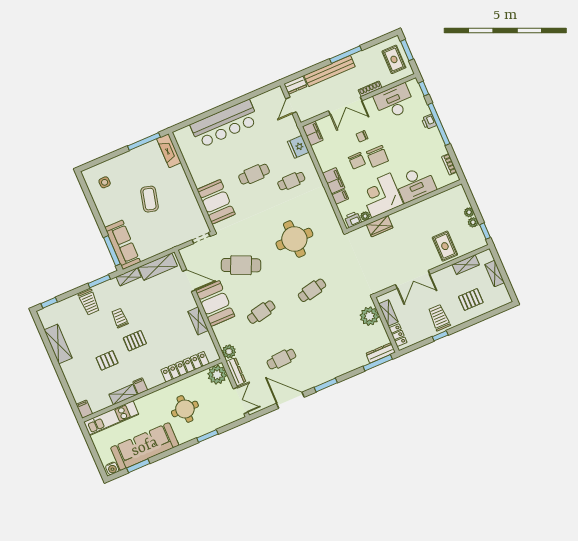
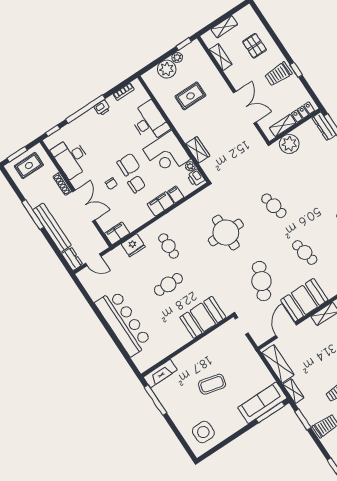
printer: (429, 122) -> (102, 108), moved
cafe table: (254, 174) -> (168, 284), turned 90
side table: (105, 182) -> (203, 432), width x1.87, depth x1.87
plant: (469, 212) -> (167, 69), width x1.87, depth x1.87
rug: (445, 246) -> (190, 96), moved

